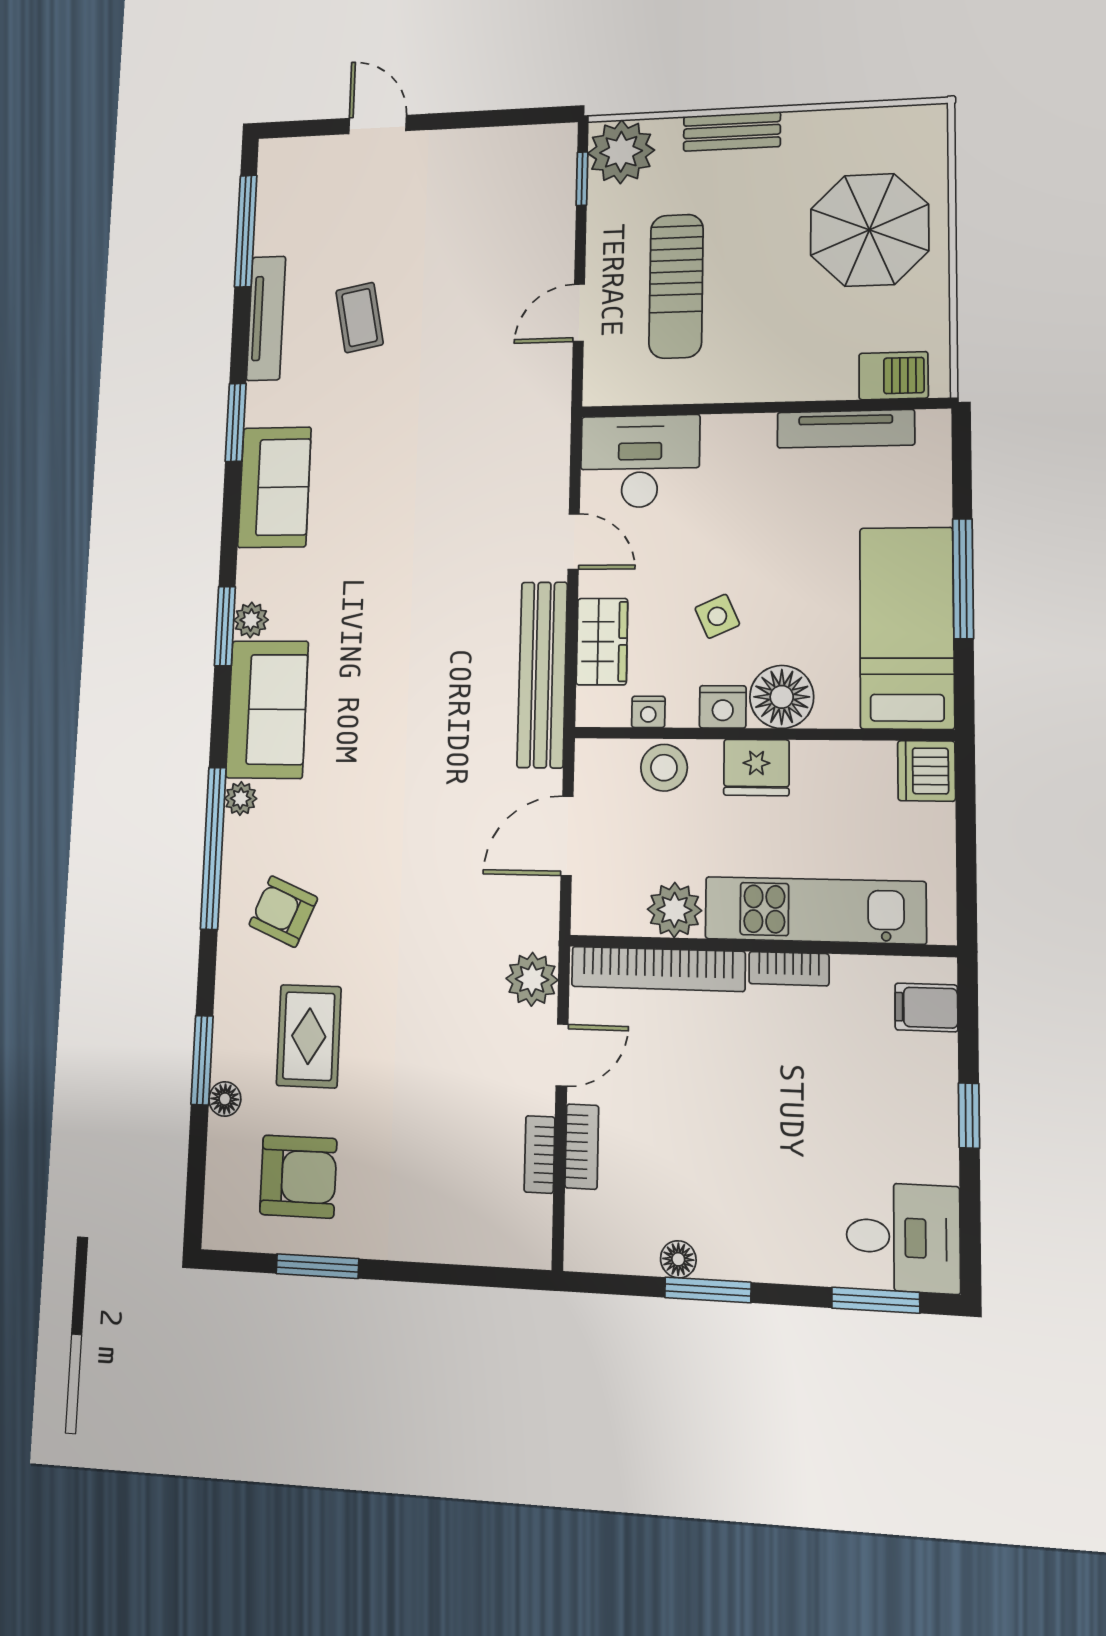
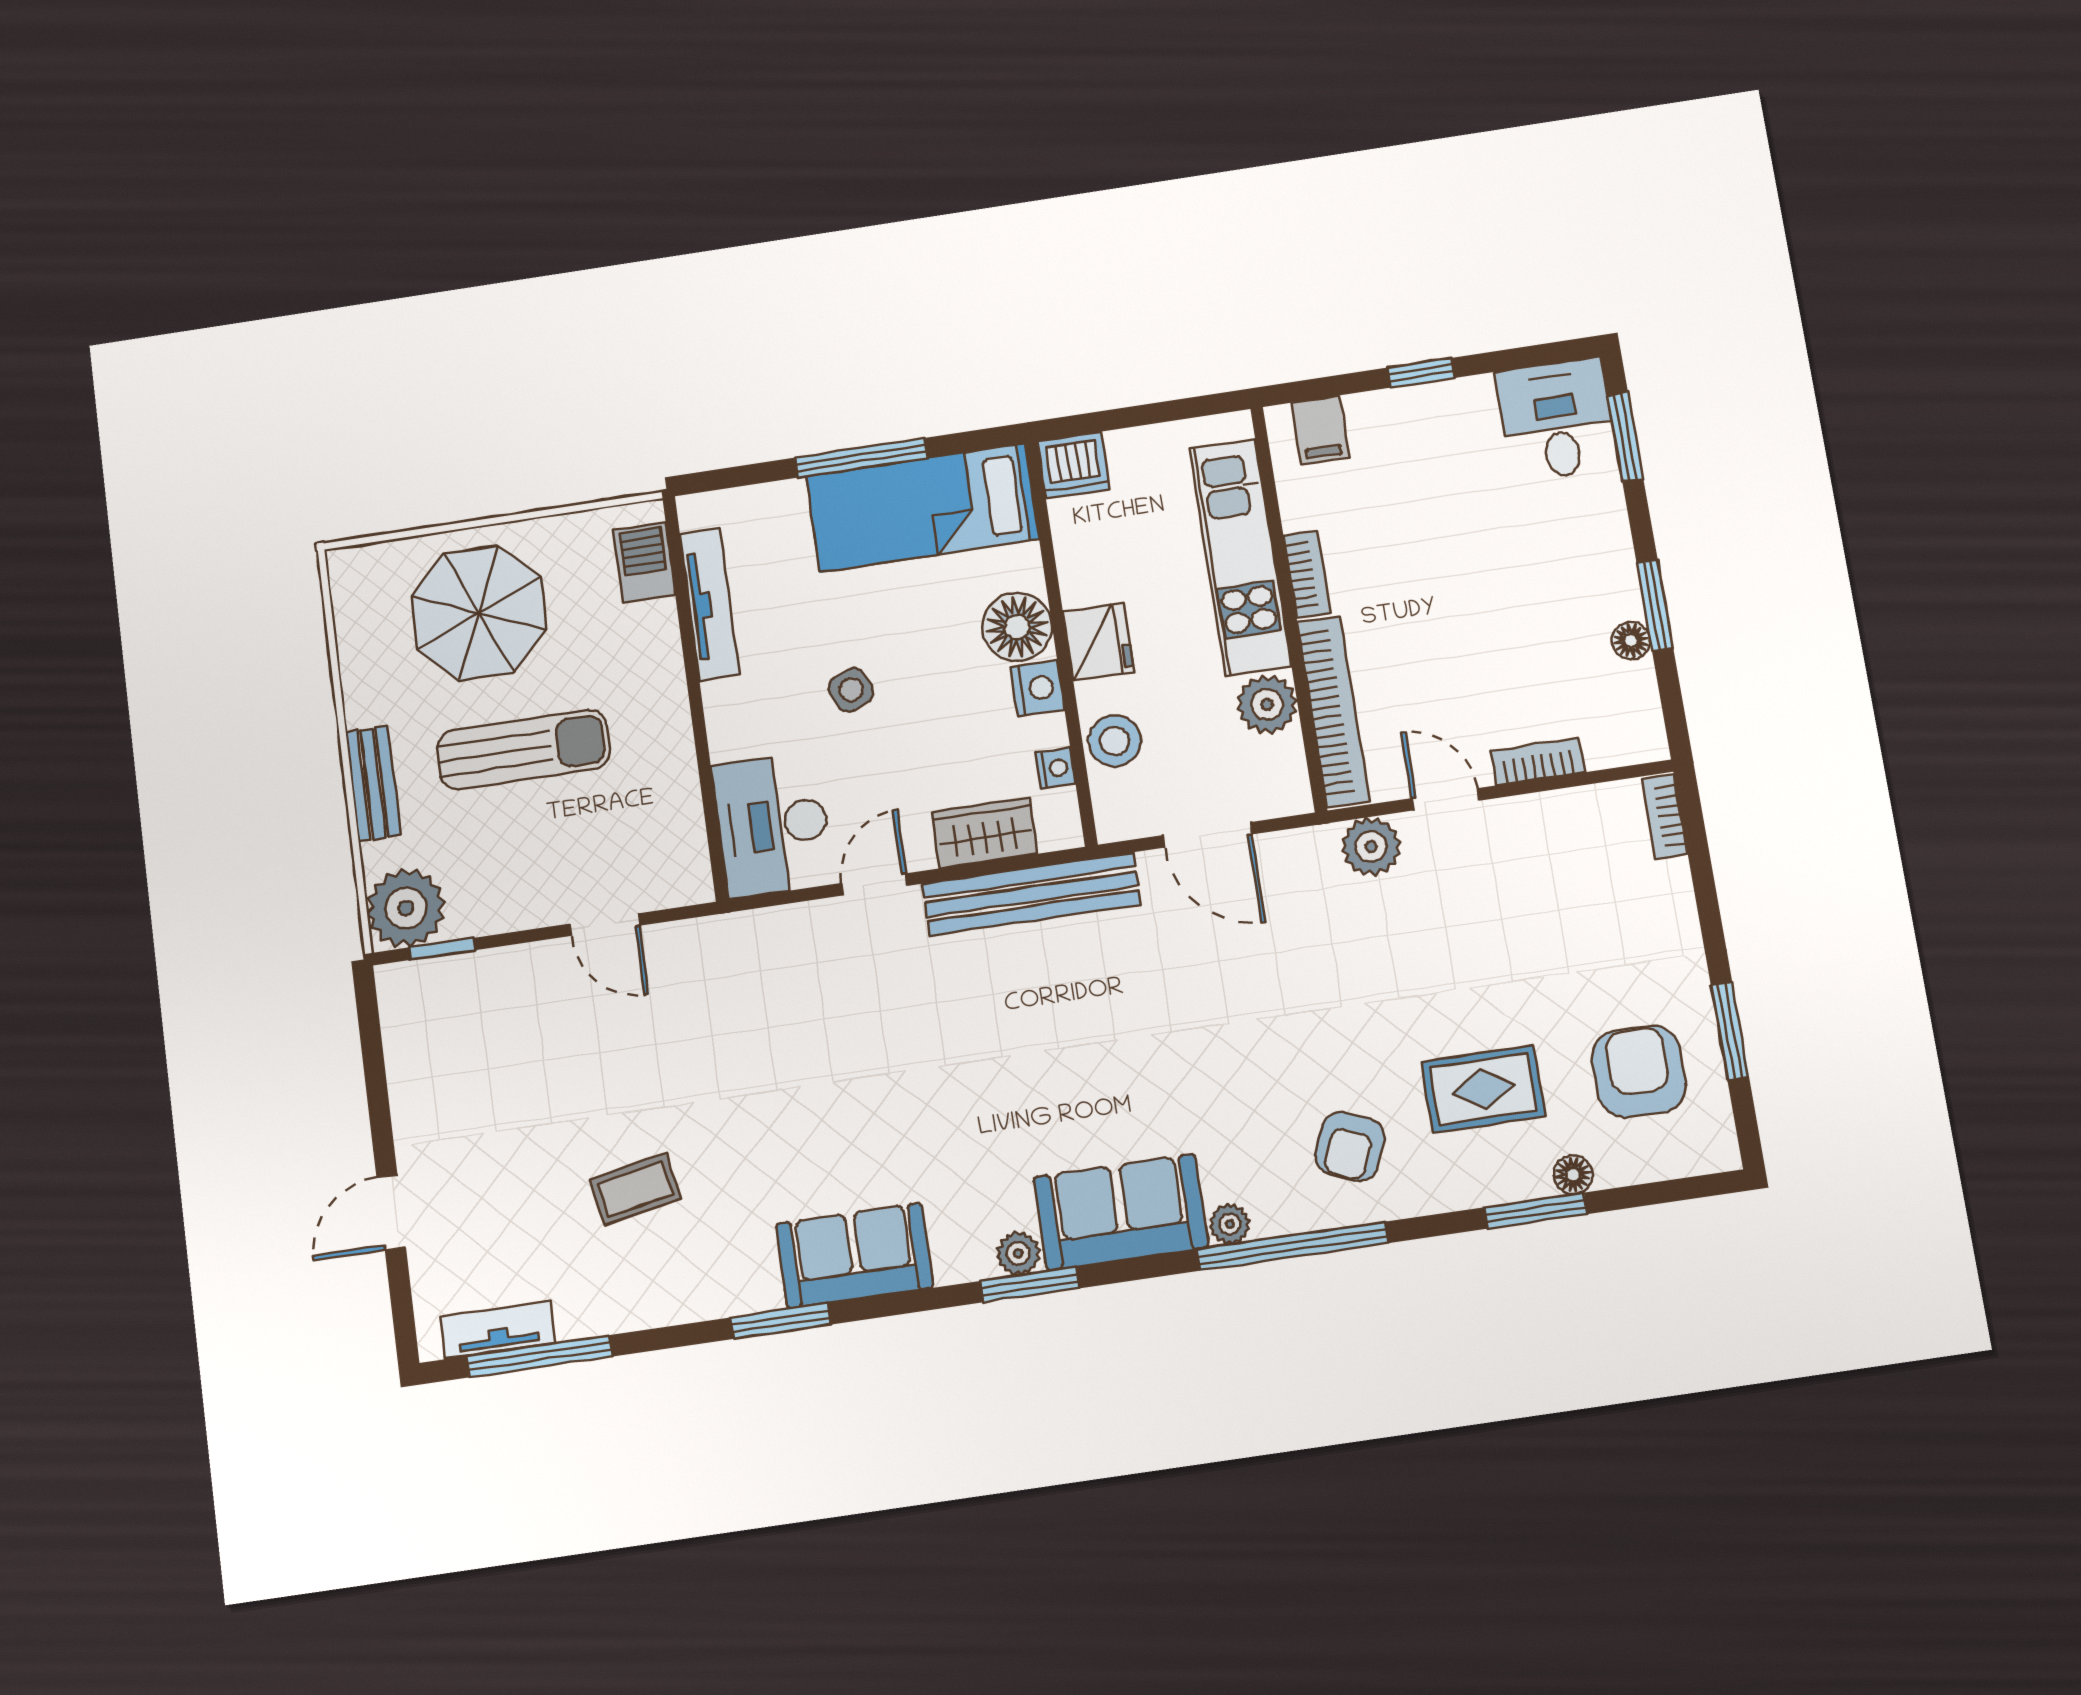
sun lounger: (676, 286) -> (524, 750), moved
tv unit: (266, 318) -> (498, 1330), moved, width x0.71
side table: (717, 616) -> (851, 690), moved
bookcase: (539, 1154) -> (1665, 817), moved, turned 90

